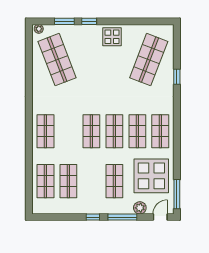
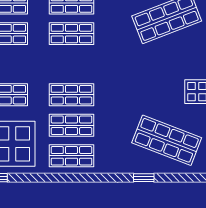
shop shelf: (91, 131) -> (71, 34), moved

